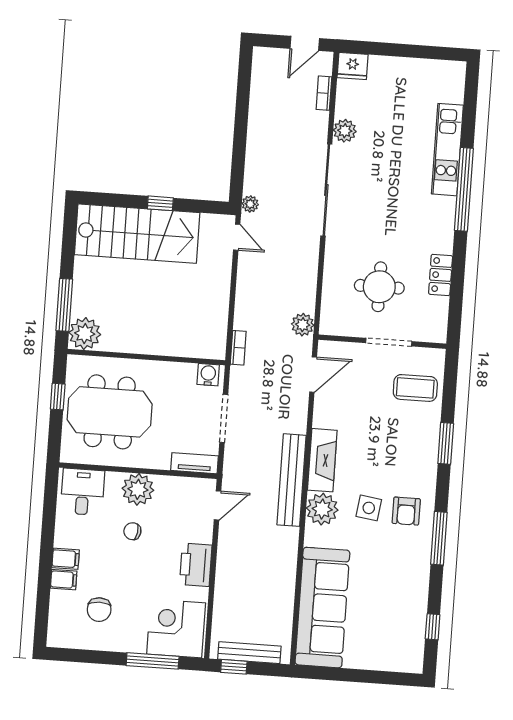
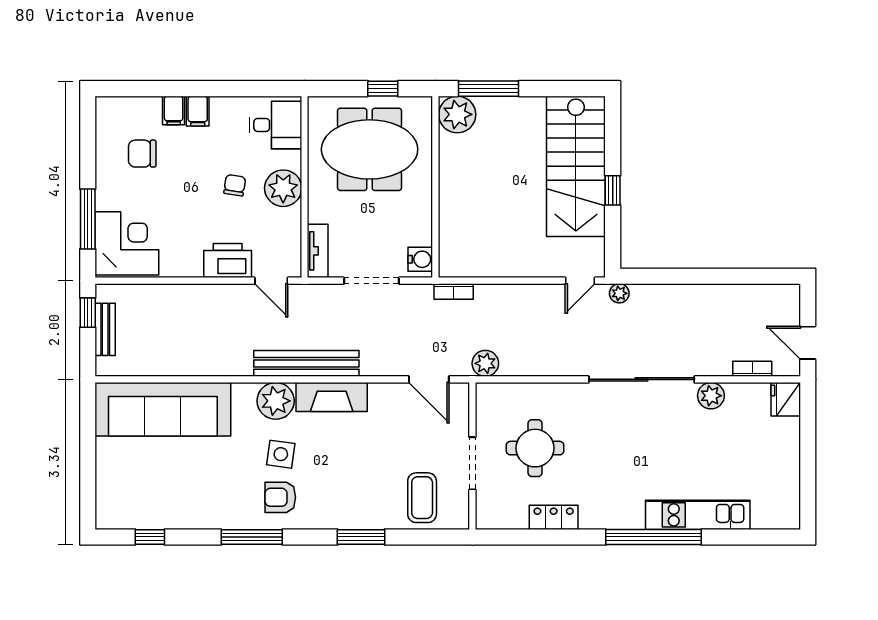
meeting table: (110, 412) -> (370, 149), turned 90
printer: (196, 565) -> (228, 261), moved
bench: (249, 653) -> (105, 329), width x0.73

